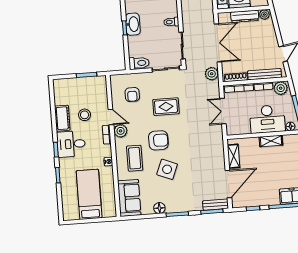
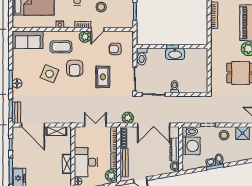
floor lamp: (159, 208) -> (17, 83), moved

